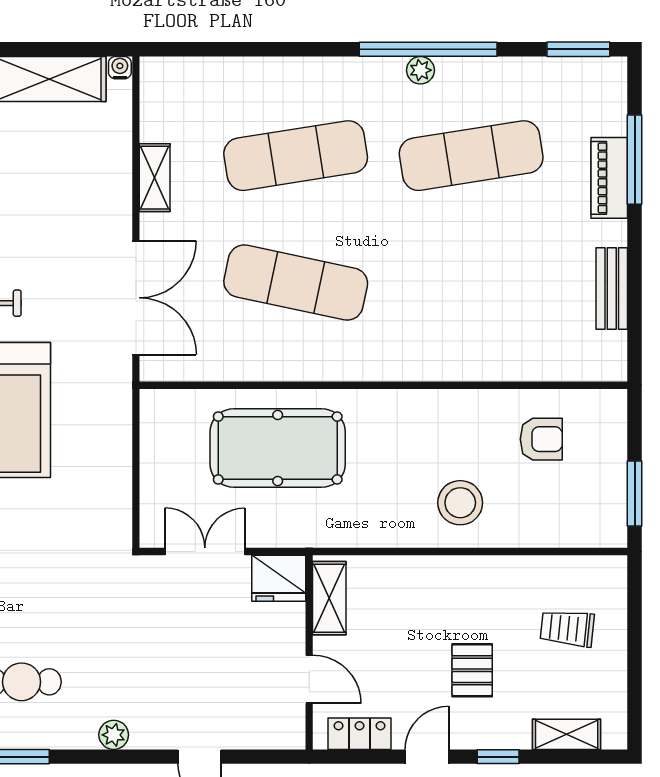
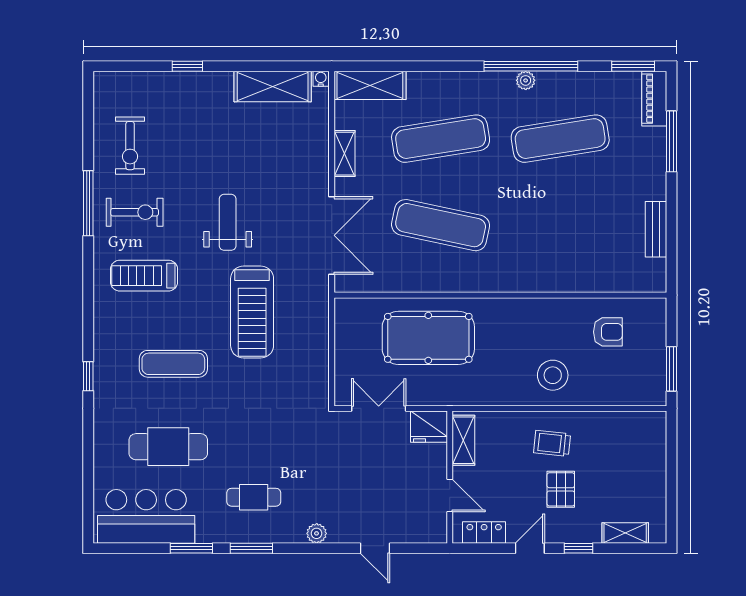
shelving: (192, 77) -> (370, 85), added
piano: (609, 178) -> (654, 99), moved
trolley: (567, 628) -> (552, 443), moved

